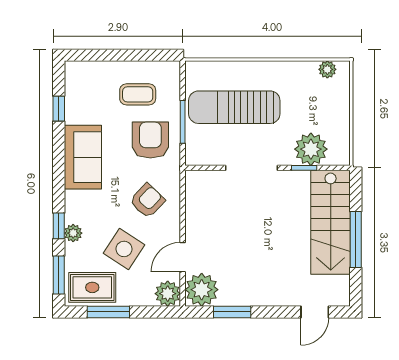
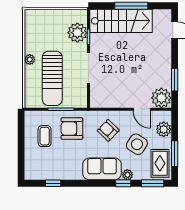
plant: (327, 69) -> (30, 59), moved
sofa: (83, 157) -> (102, 169), moved
plant: (168, 294) -> (164, 129), moved

